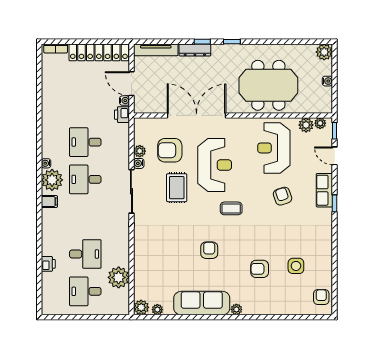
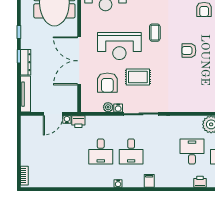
locker: (99, 52) -> (28, 140), removed
reception desk: (215, 165) -> (119, 46), turned 180
plant: (52, 180) -> (132, 179), removed

